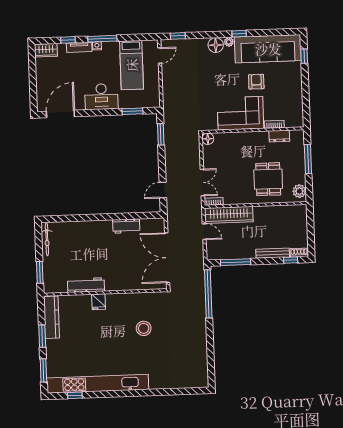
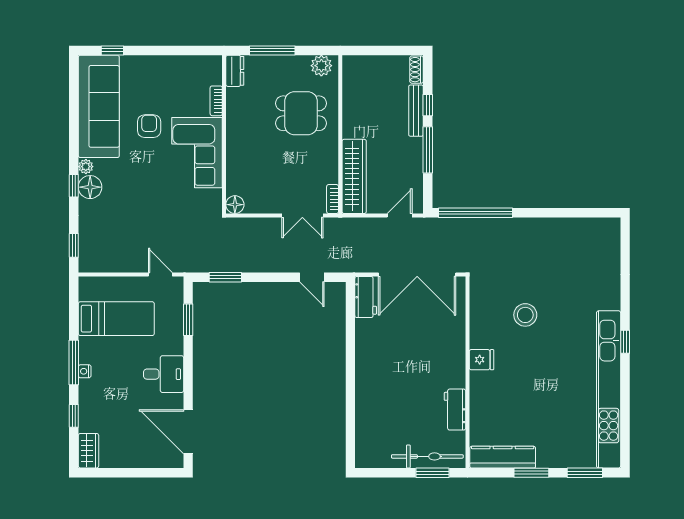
window: (239, 34) -> (74, 186), moved
tv unit: (79, 47) -> (86, 399), removed
door: (160, 55) -> (160, 274), moved
armchair: (256, 82) -> (149, 126), turned 90
desk: (101, 97) -> (164, 374), width x0.73
dresser: (279, 136) -> (235, 71), moved
double door: (202, 183) -> (302, 215), swing flipped
workbench: (126, 226) -> (366, 297), moved
door: (204, 232) -> (400, 215), moved
bicycle: (47, 239) -> (427, 456), moved, width x1.37, depth x1.40
window: (291, 260) -> (428, 105), moved
window: (236, 262) -> (428, 150), moved
workbench: (86, 285) -> (455, 410), width x0.73
fridge: (99, 302) -> (482, 360), moved
window: (75, 395) -> (625, 342), moved

